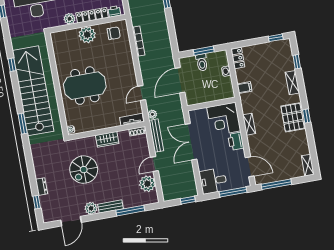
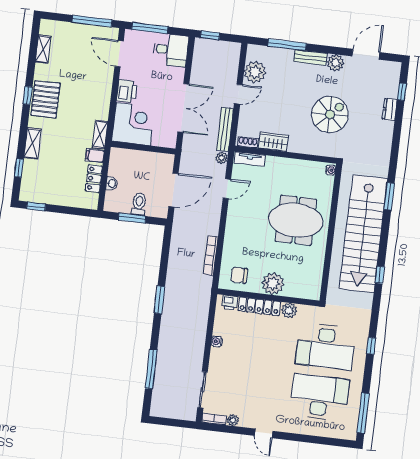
locker: (238, 58) -> (94, 179), moved
shelving: (249, 124) -> (100, 134), moved
wardrobe: (107, 139) -> (273, 142), moved
shelving: (308, 165) -> (43, 49), moved

